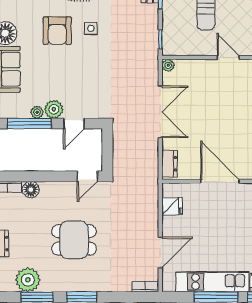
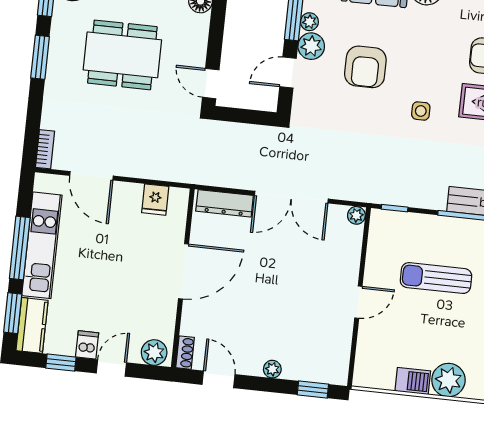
armchair: (57, 31) -> (365, 67), moved, turned -90
door: (74, 124) -> (288, 73), hinge flipped
dresser: (170, 164) -> (225, 203), width x1.44
dining table: (74, 240) -> (122, 55), width x1.38

